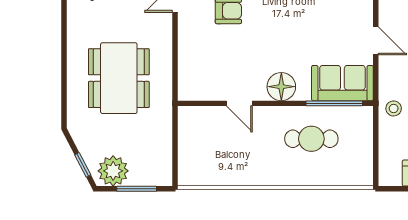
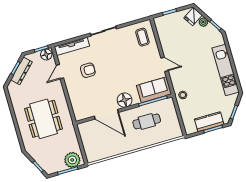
door: (239, 103) -> (106, 114), width x1.88
plant: (113, 171) -> (72, 160), moved

